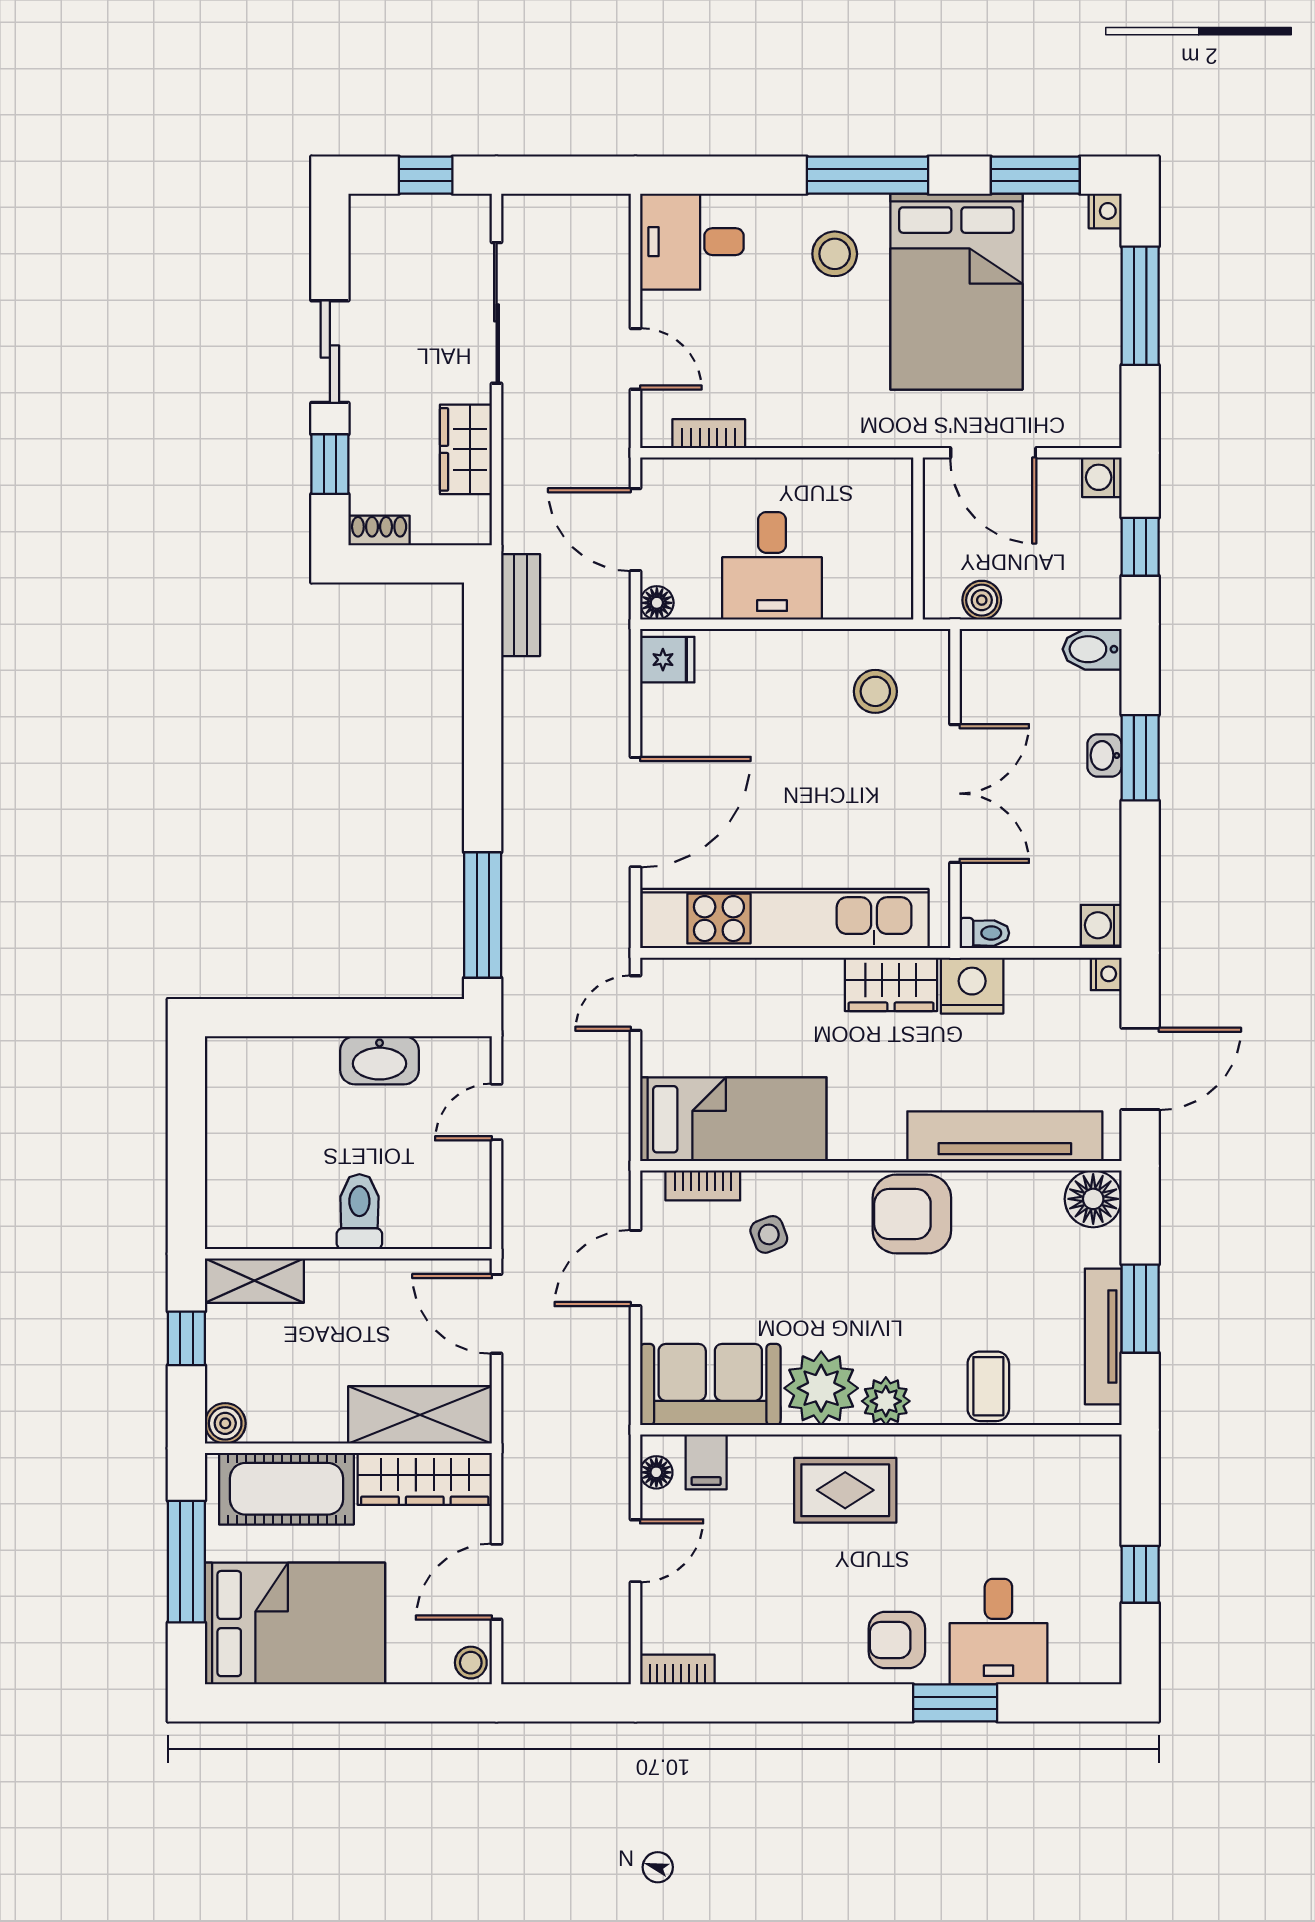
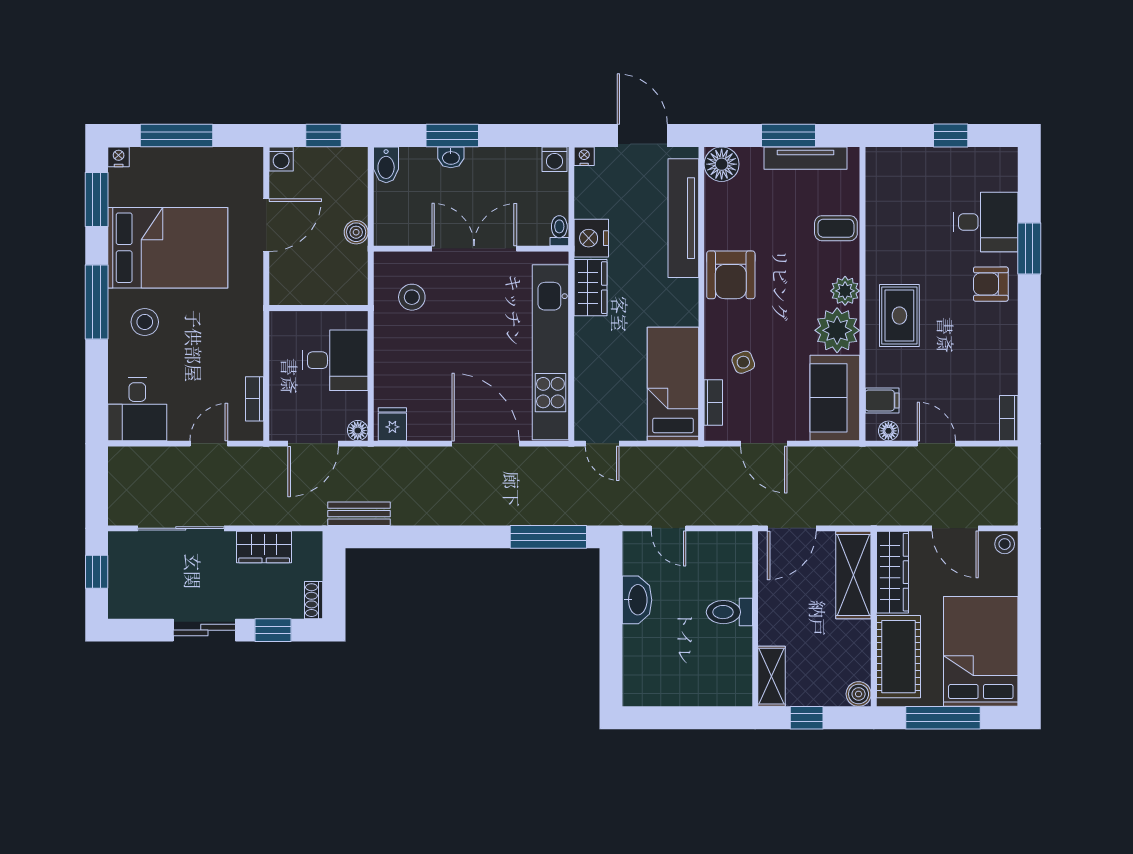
wall: (918, 539) -> (318, 308), moved
armchair: (897, 1640) -> (991, 284), turned 90

